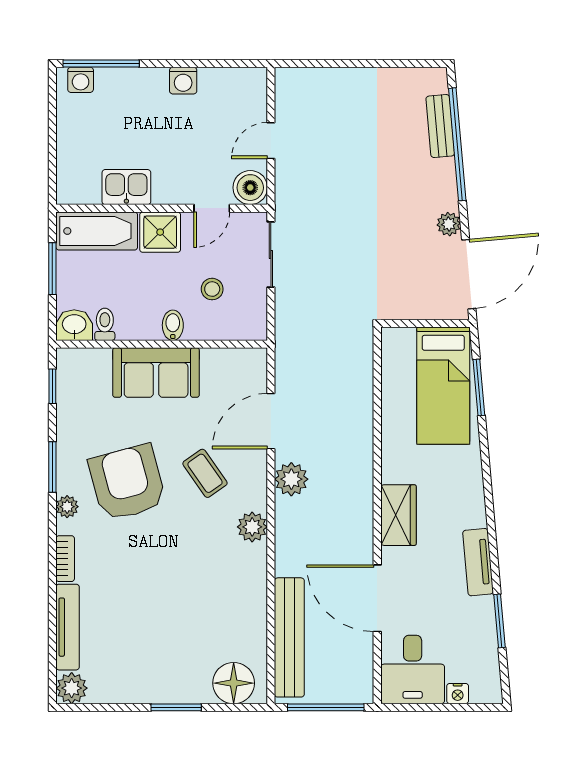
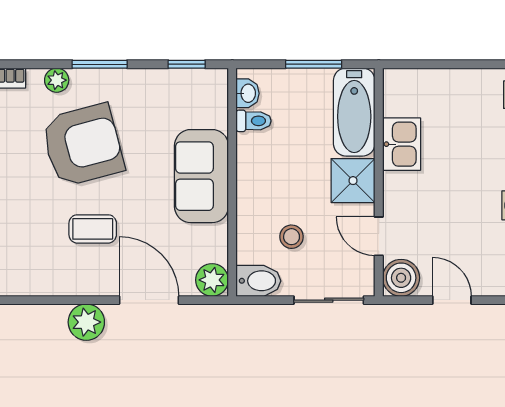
washbasin: (74, 325) -> (248, 93), width x0.72, depth x0.69
bidet: (173, 325) -> (258, 281), moved, width x1.38, depth x1.36
coffee table: (205, 473) -> (93, 229), turned 35
plant: (252, 527) -> (212, 280), moved

